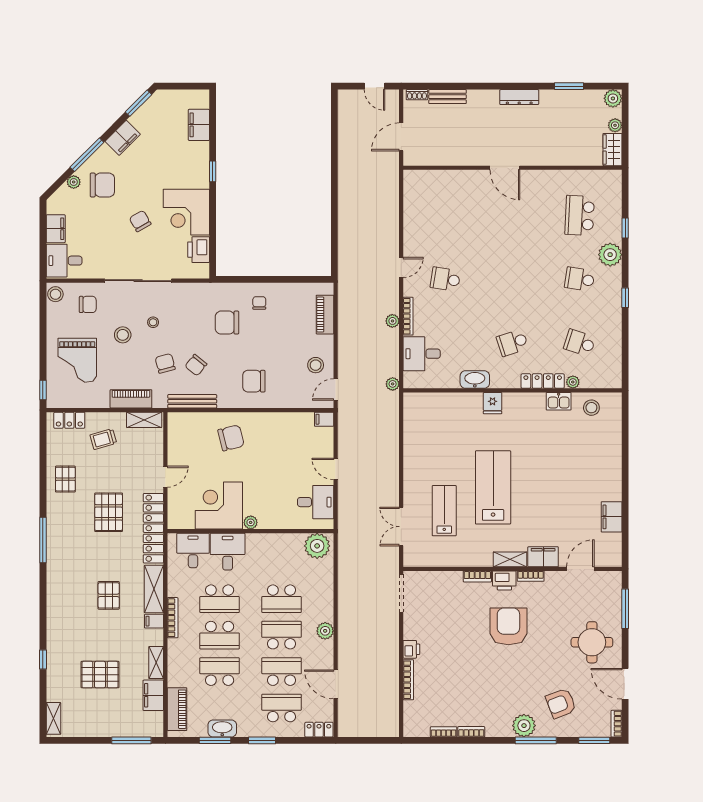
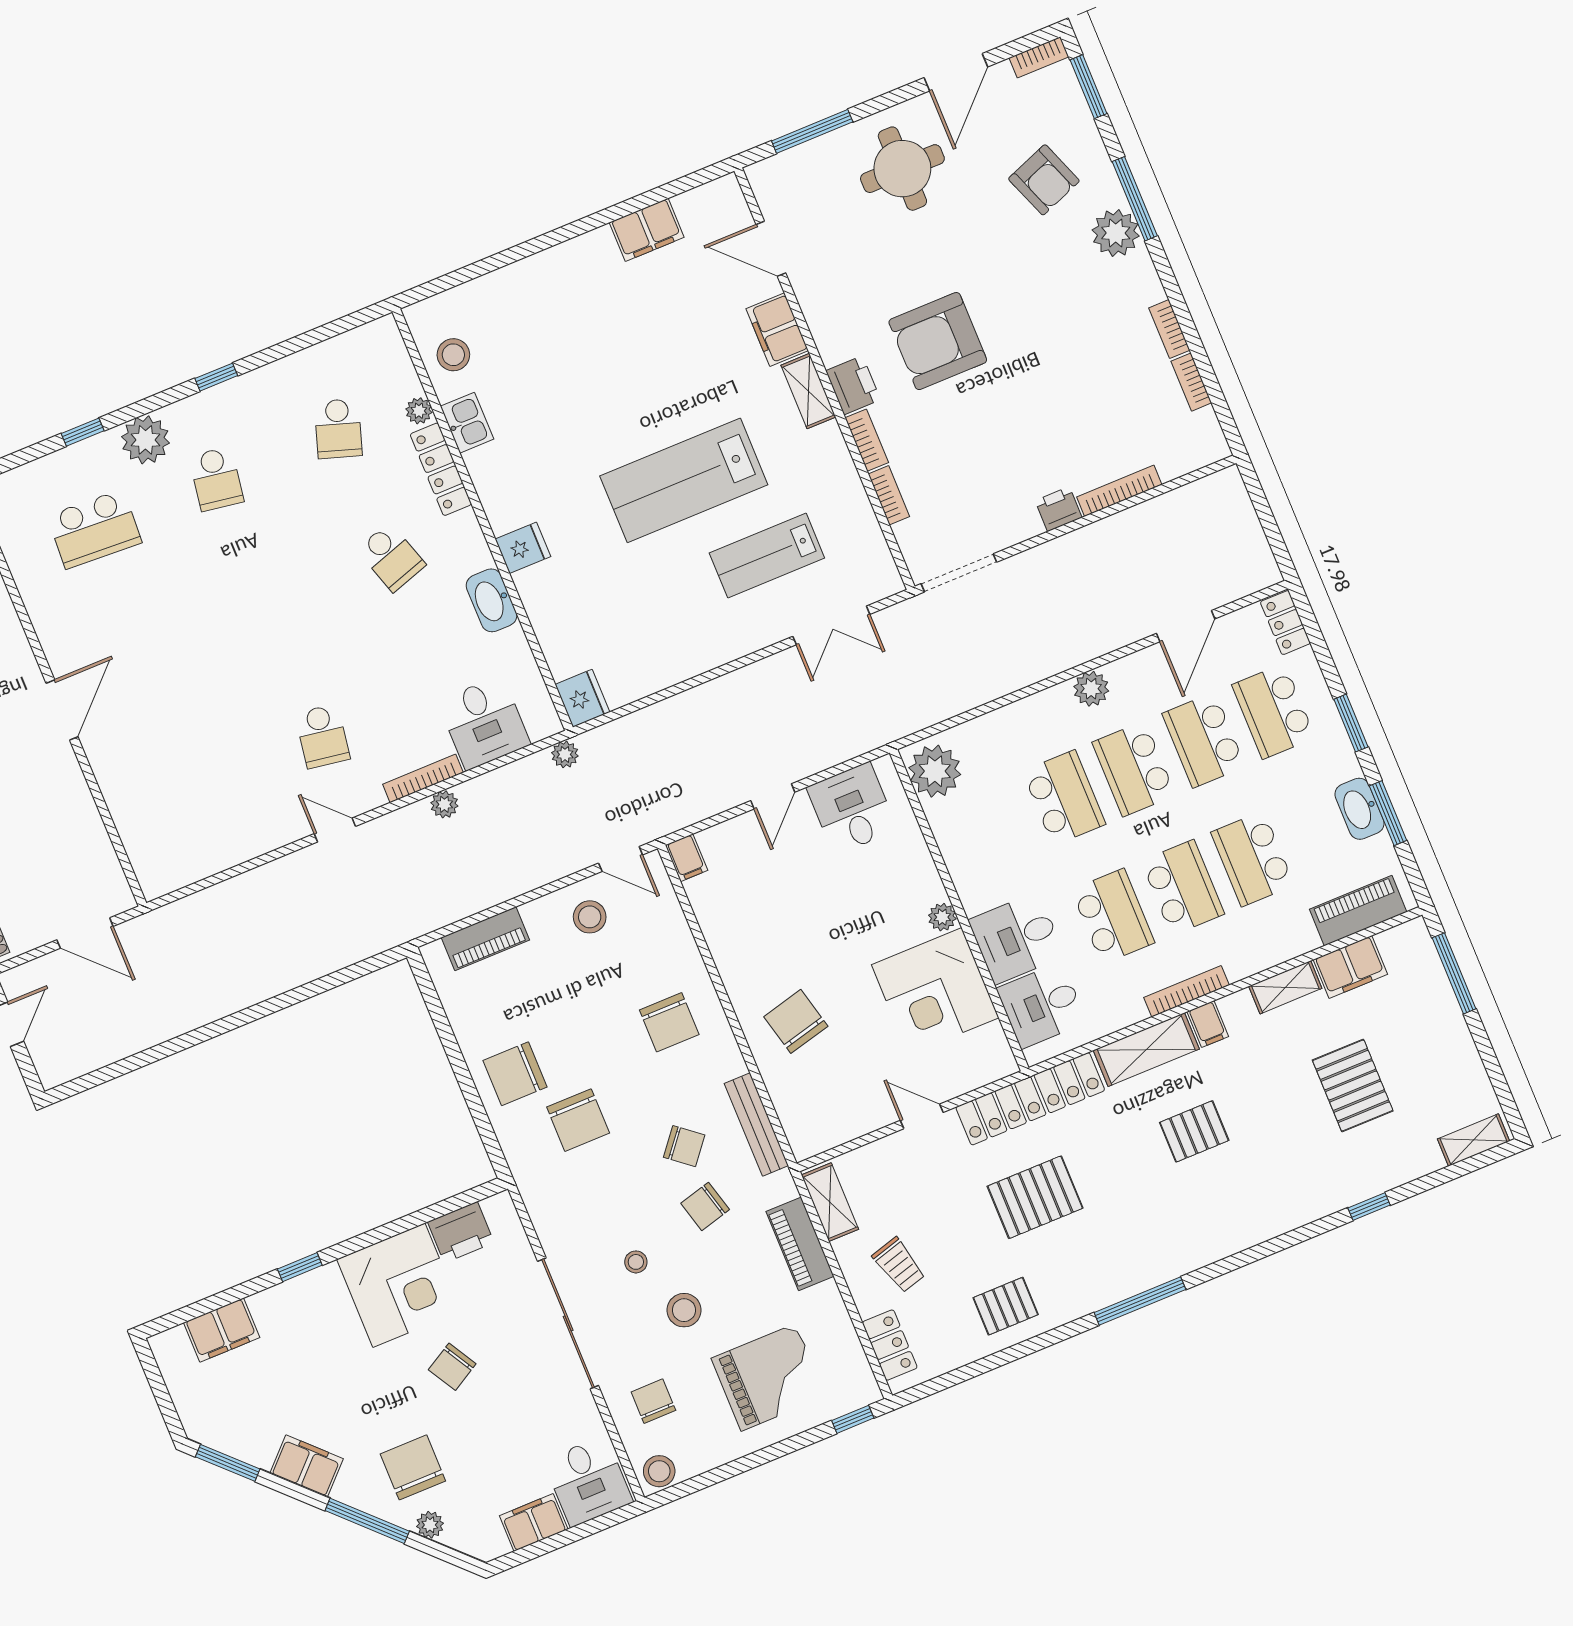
chair: (259, 303) -> (515, 1074), width x1.87, depth x1.87
fridge: (414, 402) -> (582, 698), added
bookcase: (531, 576) -> (889, 495), moved

